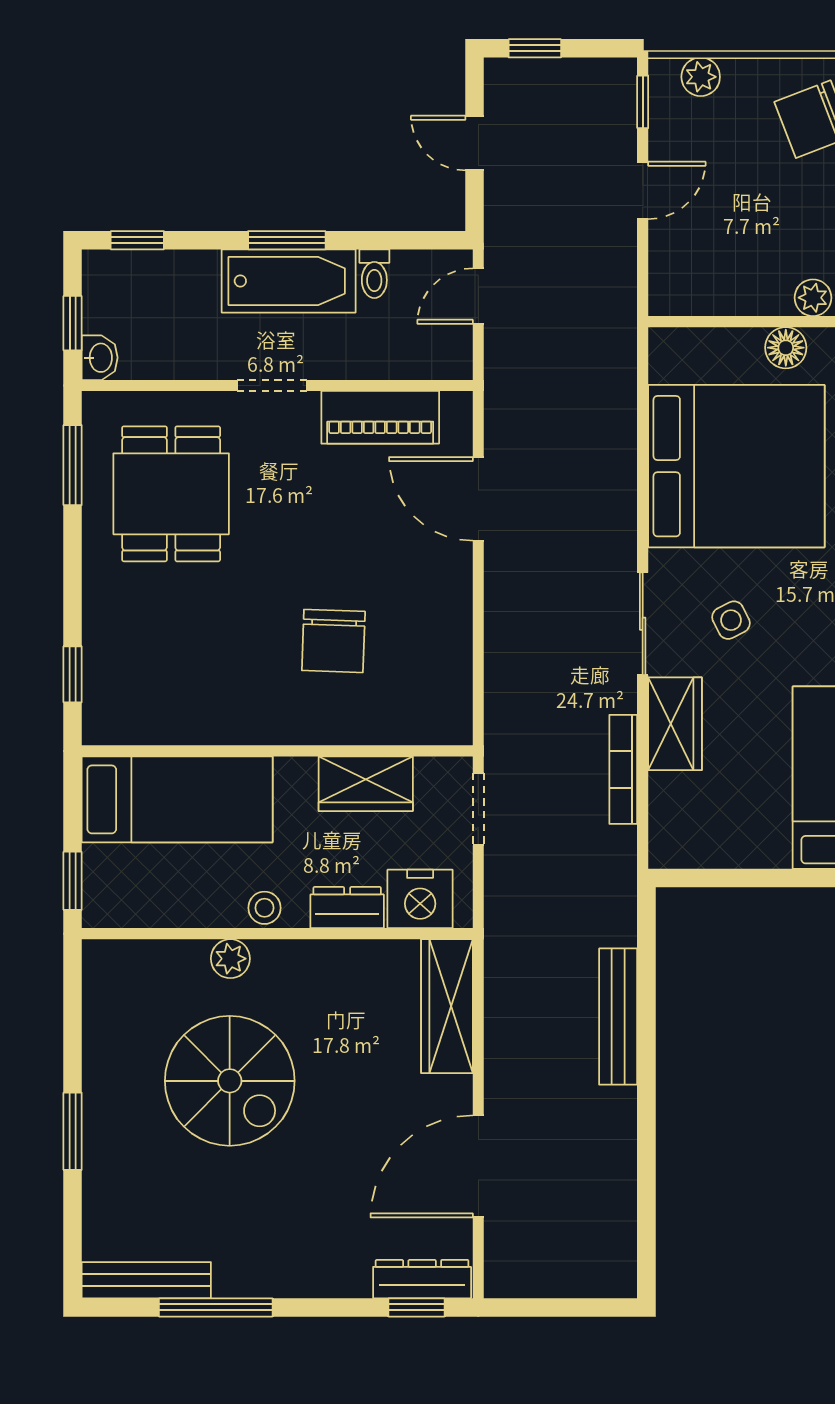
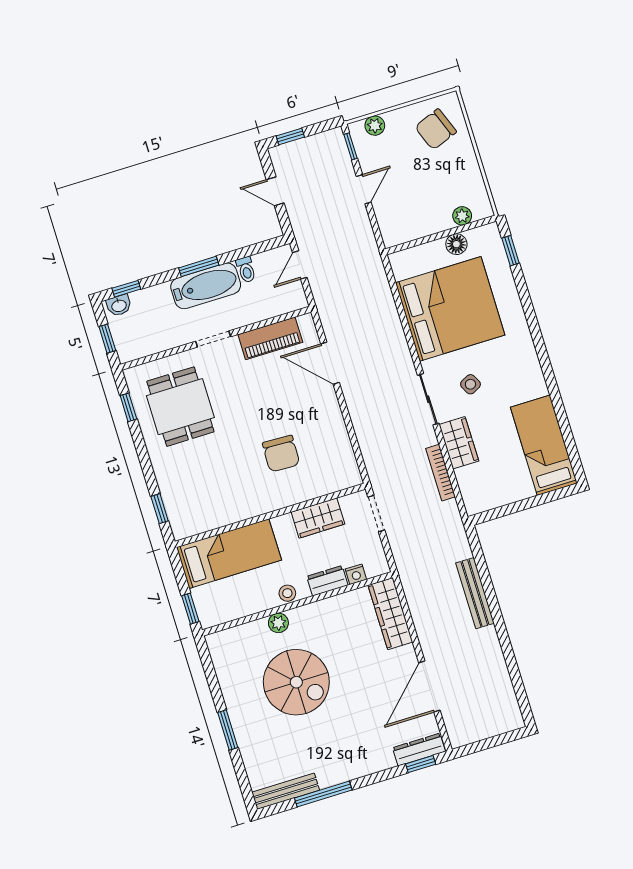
washbasin: (100, 358) -> (119, 305), moved, turned 90
window: (73, 465) -> (128, 407), width x0.67
nightstand: (420, 899) -> (356, 574), width x0.53, depth x0.56

